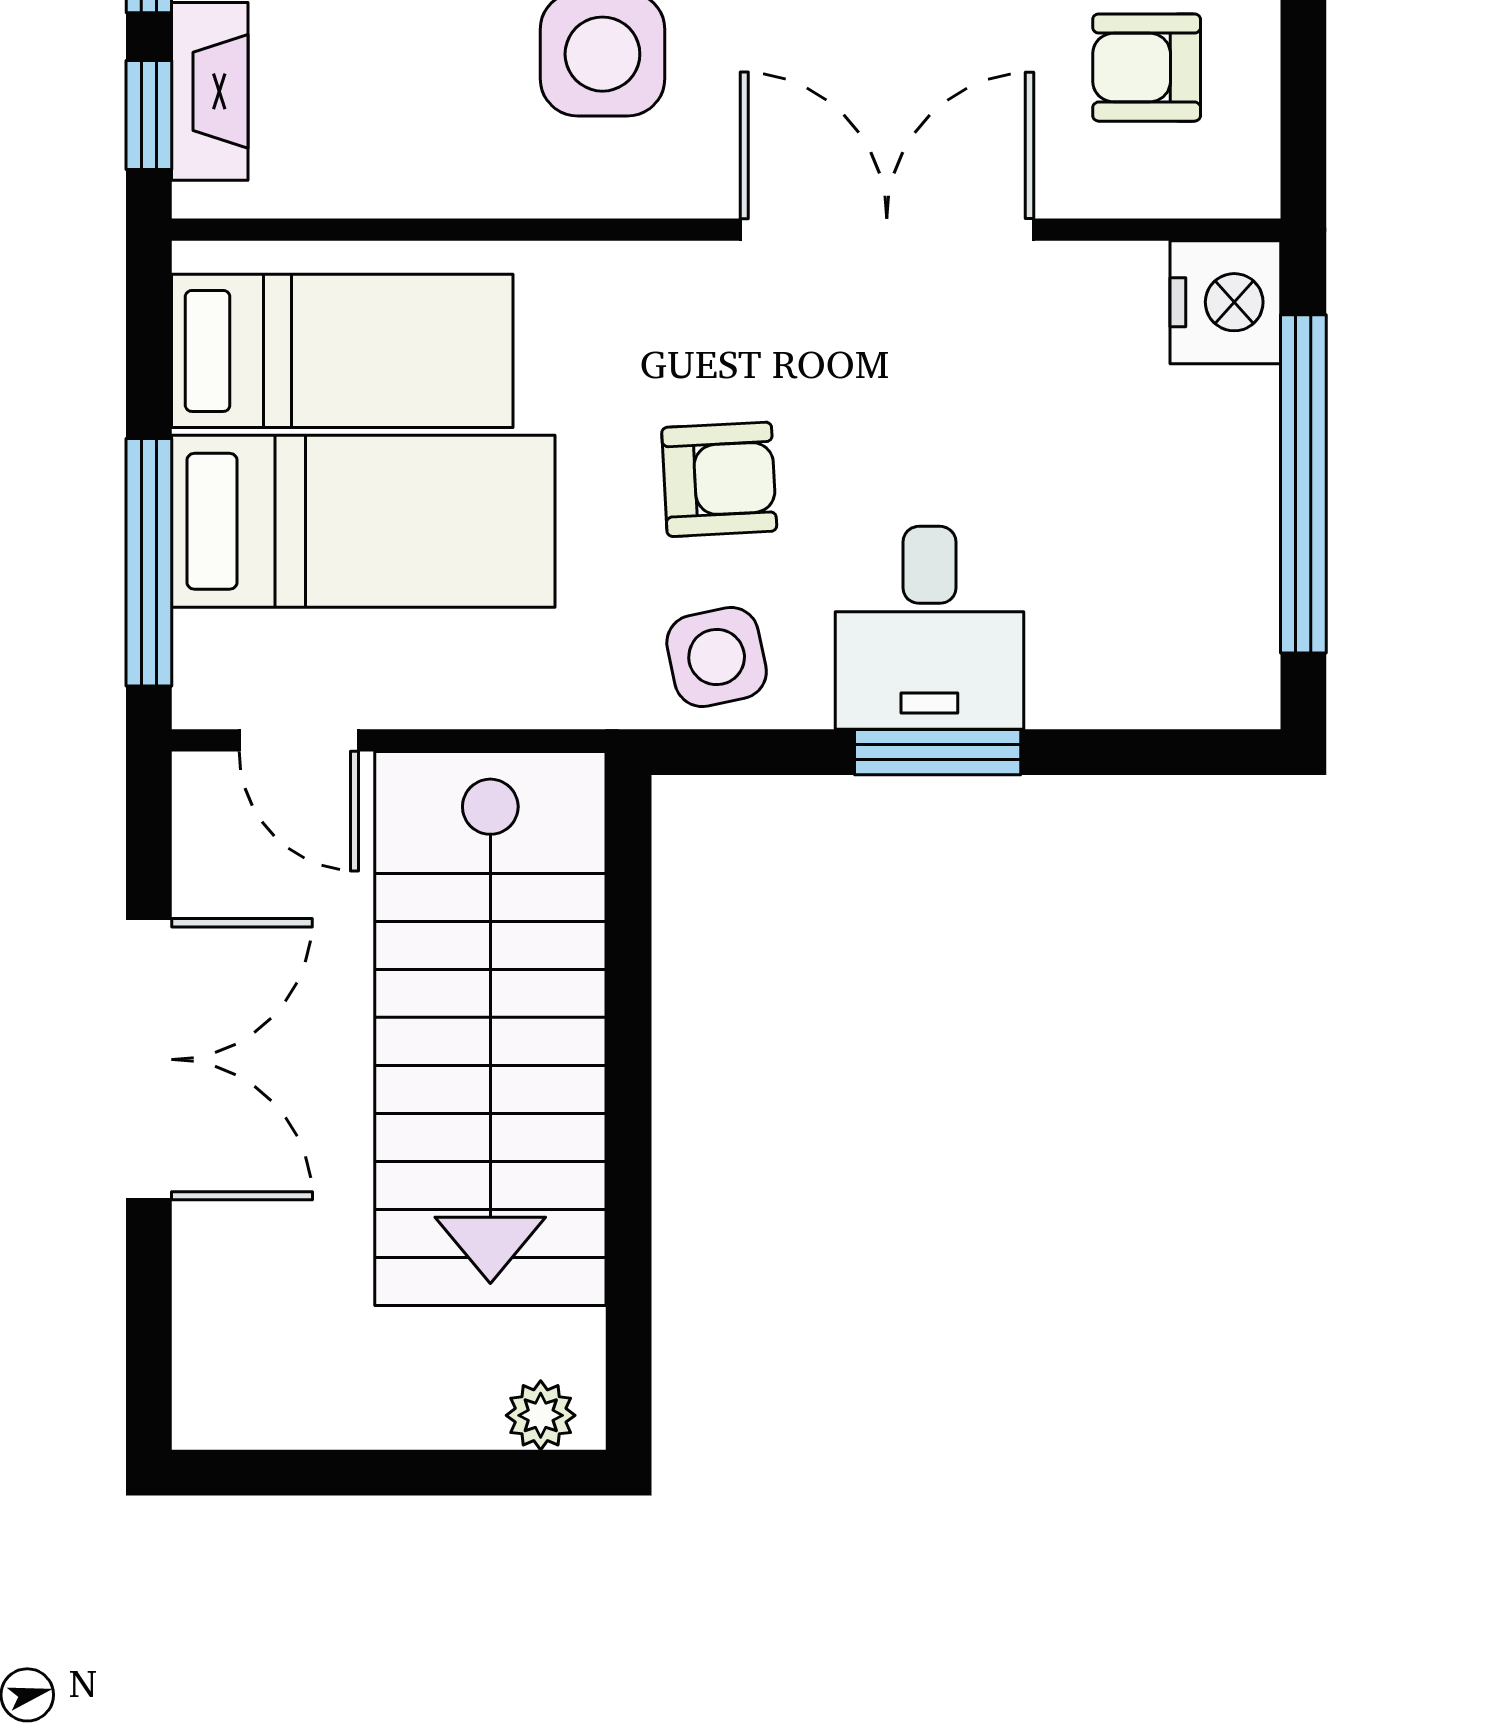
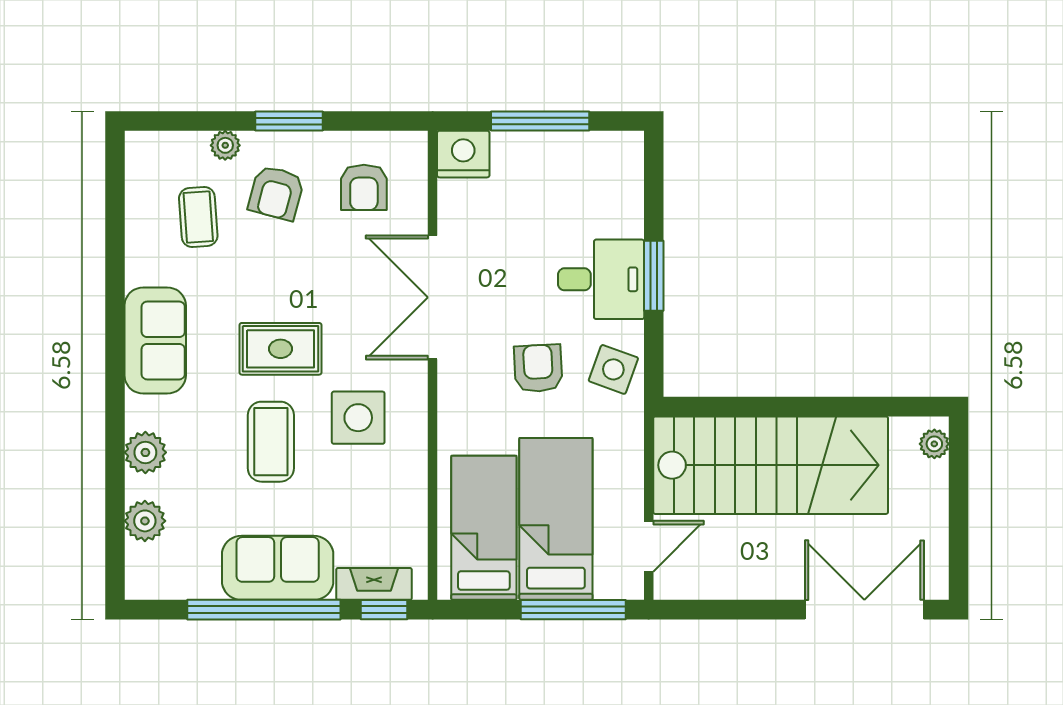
window: (1303, 484) -> (540, 121), width x0.68
side table: (717, 657) -> (613, 369), turned 32
double door: (149, 1059) -> (864, 610), moved

